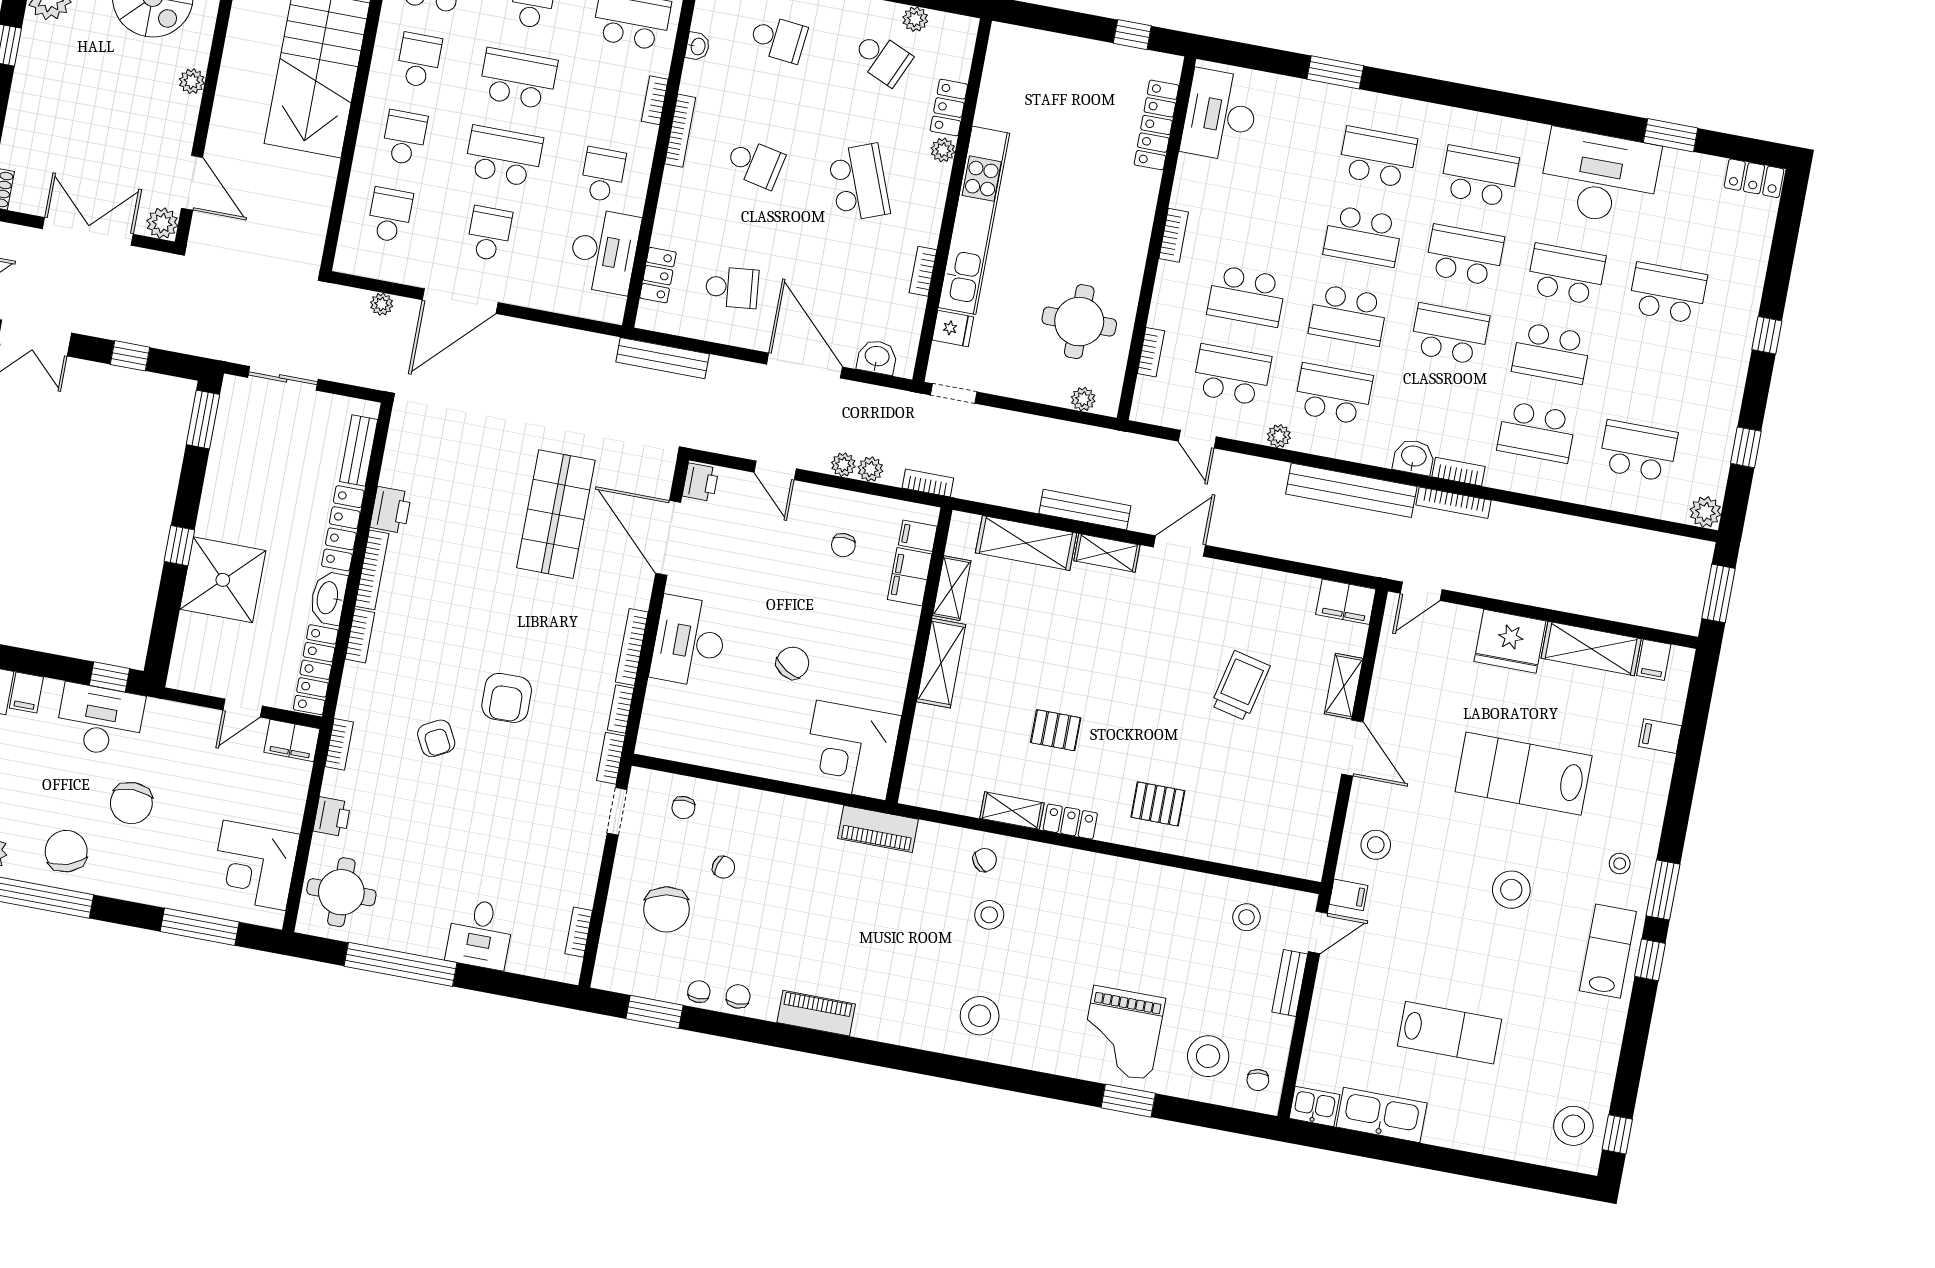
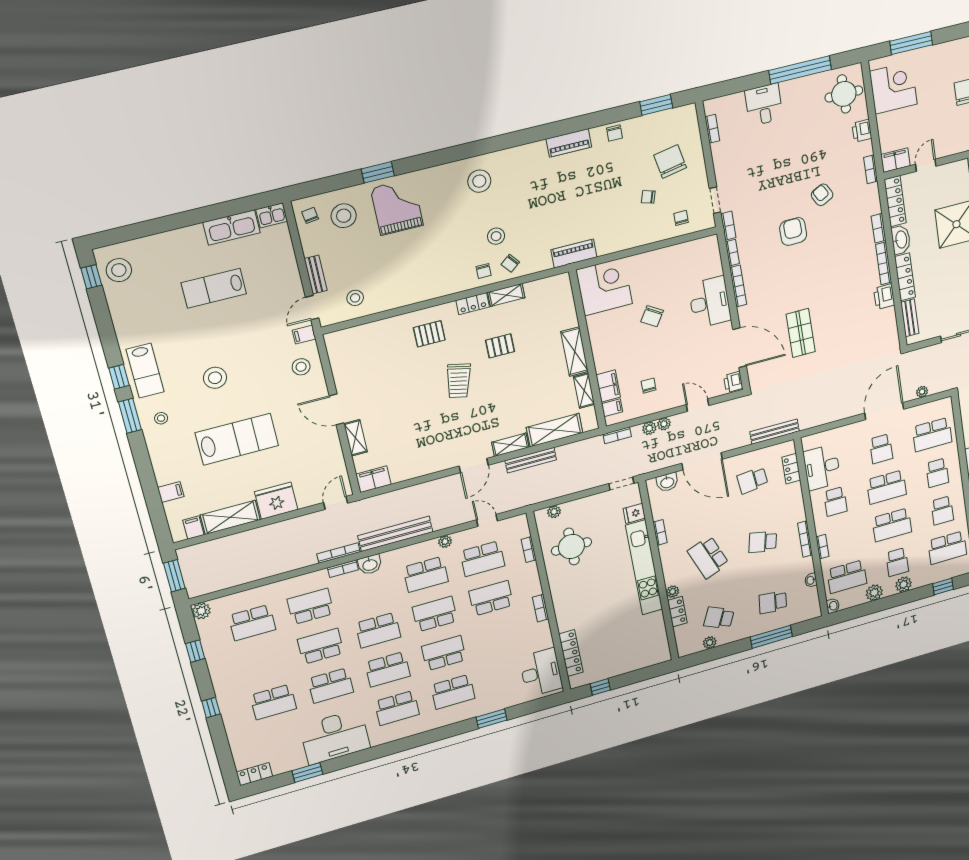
school desk: (390, 215) -> (932, 435), width x1.85
shop shelf: (556, 514) -> (801, 333), width x0.70, depth x0.74
trolley: (1240, 686) -> (459, 381), moved
chair: (699, 992) -> (484, 271), moved

